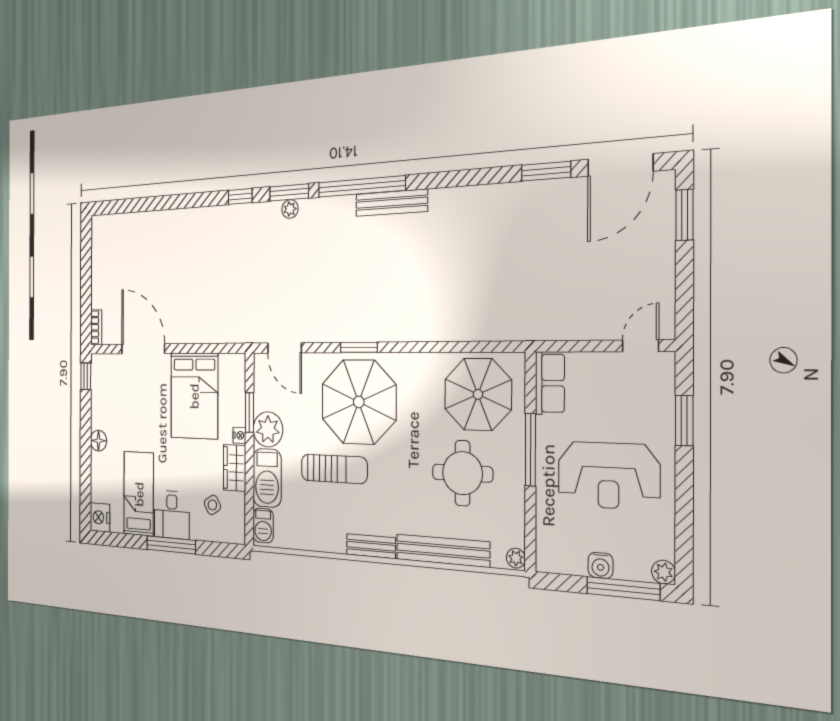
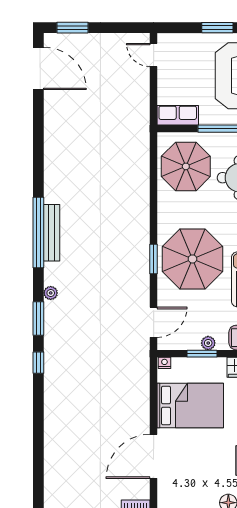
window: (546, 171) -> (38, 118), removed
window: (361, 186) -> (38, 232), moved
plant: (290, 209) -> (51, 293), moved
window: (684, 421) -> (217, 28), moved
plant: (268, 429) -> (208, 343), width x0.53, depth x0.53
nightstand: (239, 435) -> (164, 363), moved

